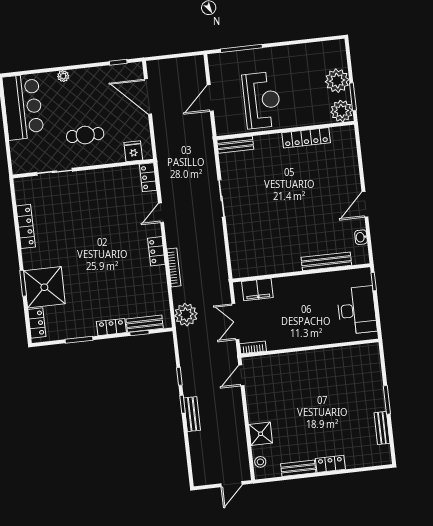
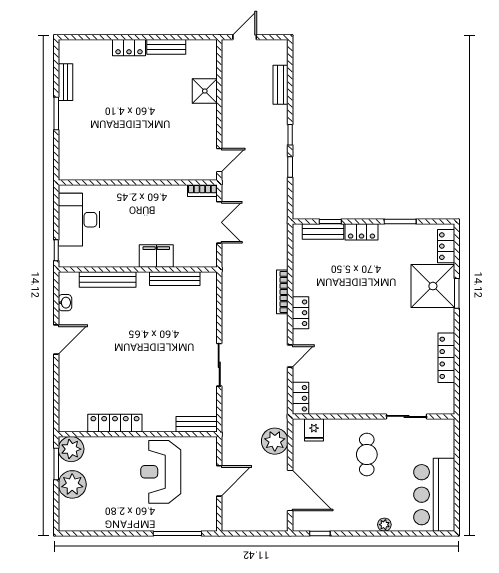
cafe table: (85, 135) -> (367, 455), turned 90
bench: (268, 269) -> (175, 279), added
filing cabinet: (257, 290) -> (156, 256), moved
plant: (186, 315) -> (275, 441), moved
bench: (192, 414) -> (281, 85), moved
stool: (260, 462) -> (209, 59), removed

